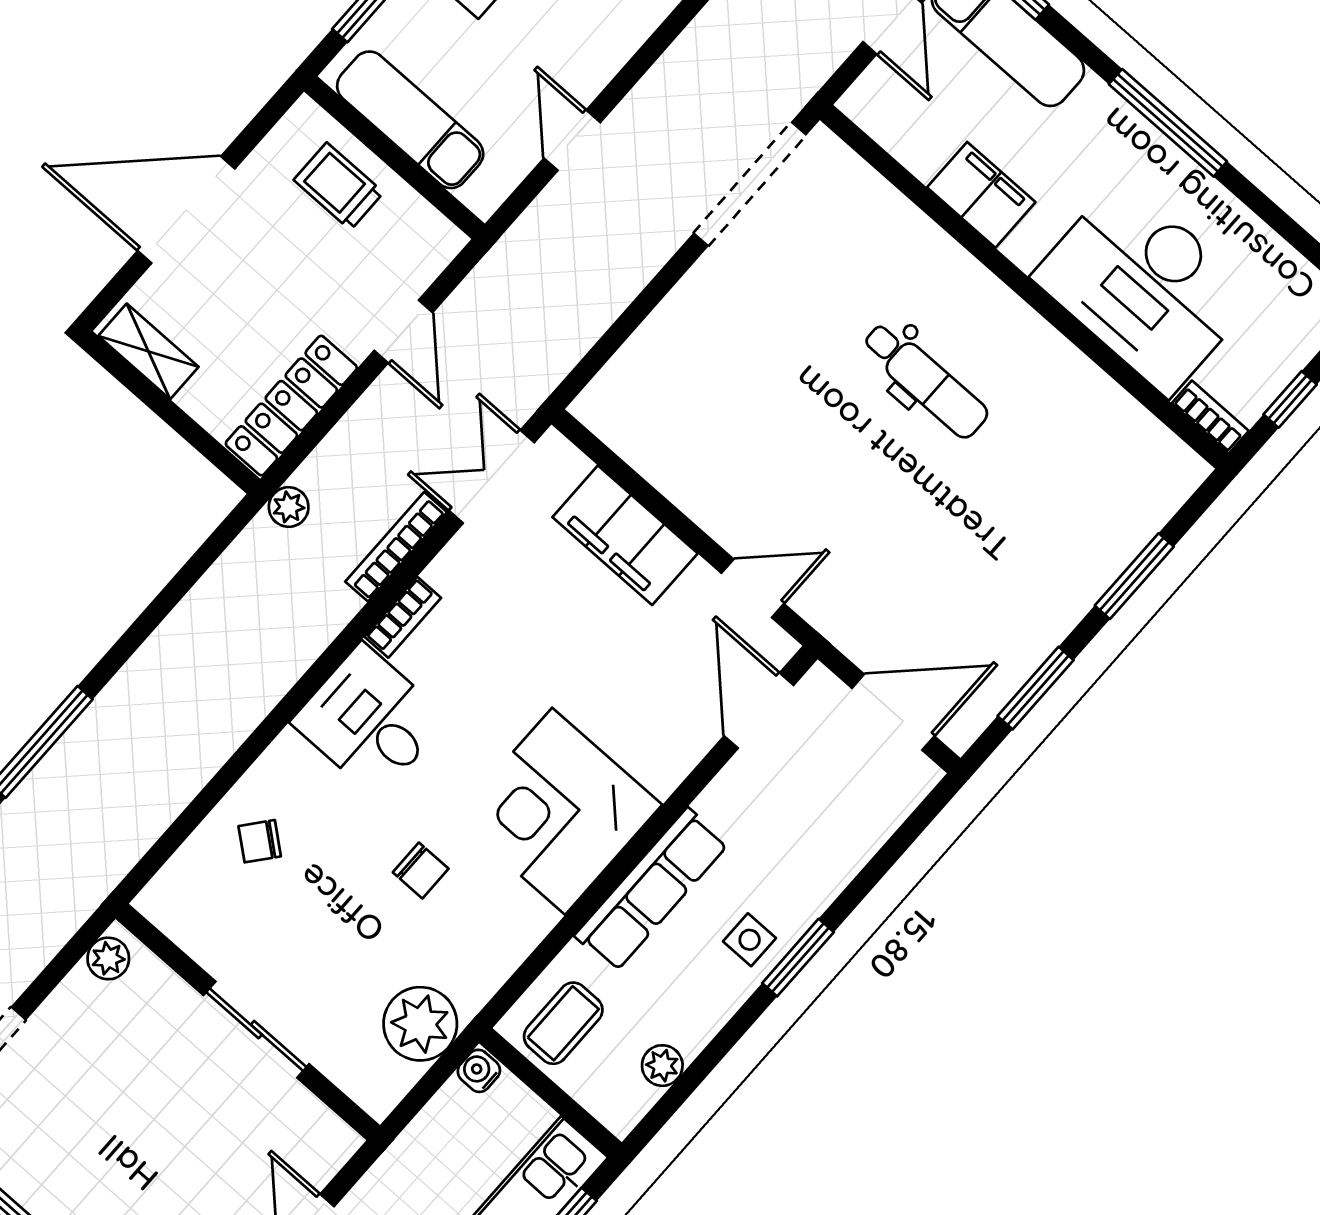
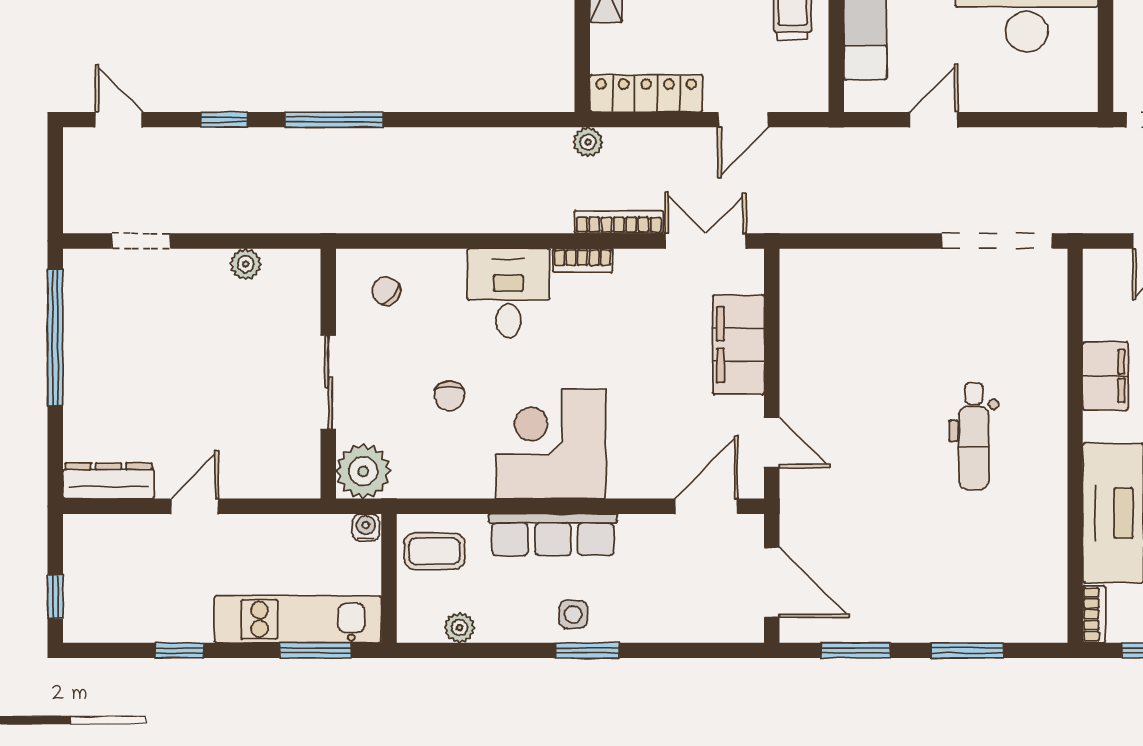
wall: (248, 1022) -> (328, 374), moved
sliding door: (256, 1030) -> (328, 382), moved

